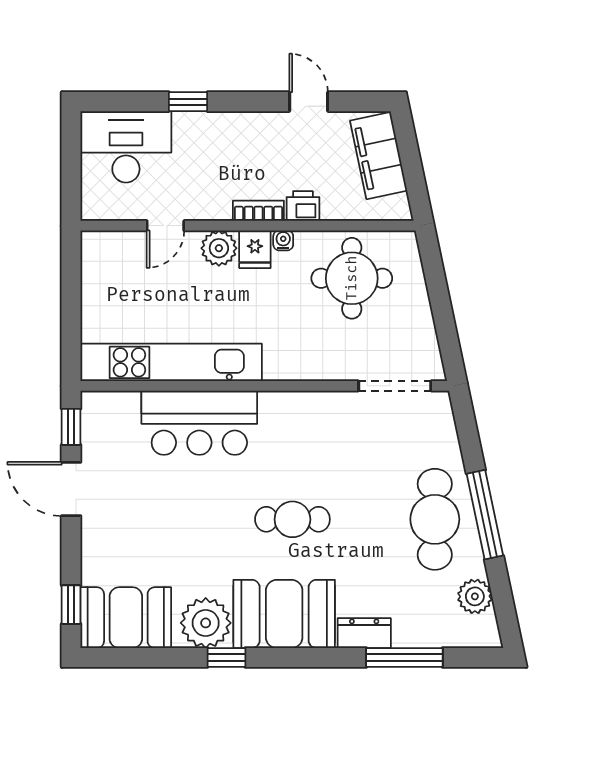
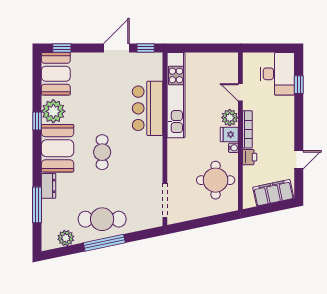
window: (188, 102) -> (299, 85), moved
bookcase: (258, 211) -> (247, 129), width x1.56

